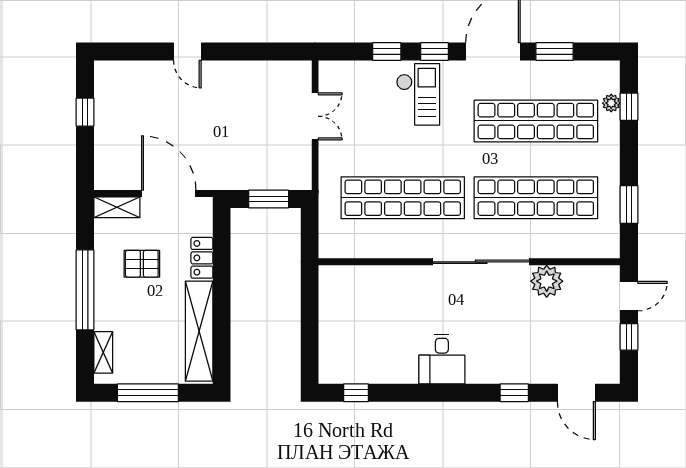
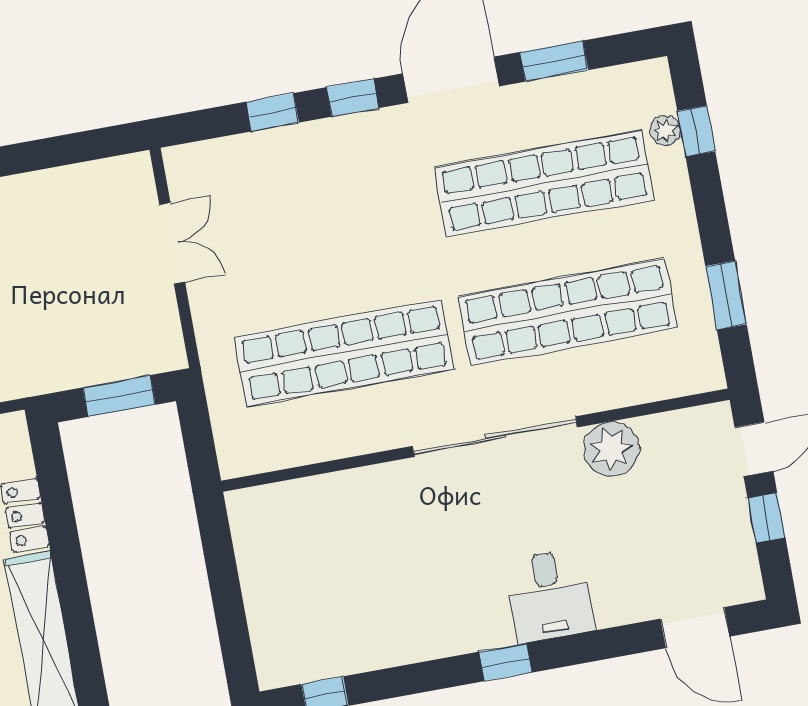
checkout: (418, 94) -> (338, 175), removed
desk: (442, 359) -> (549, 596), moved
window: (514, 393) -> (505, 662), moved

